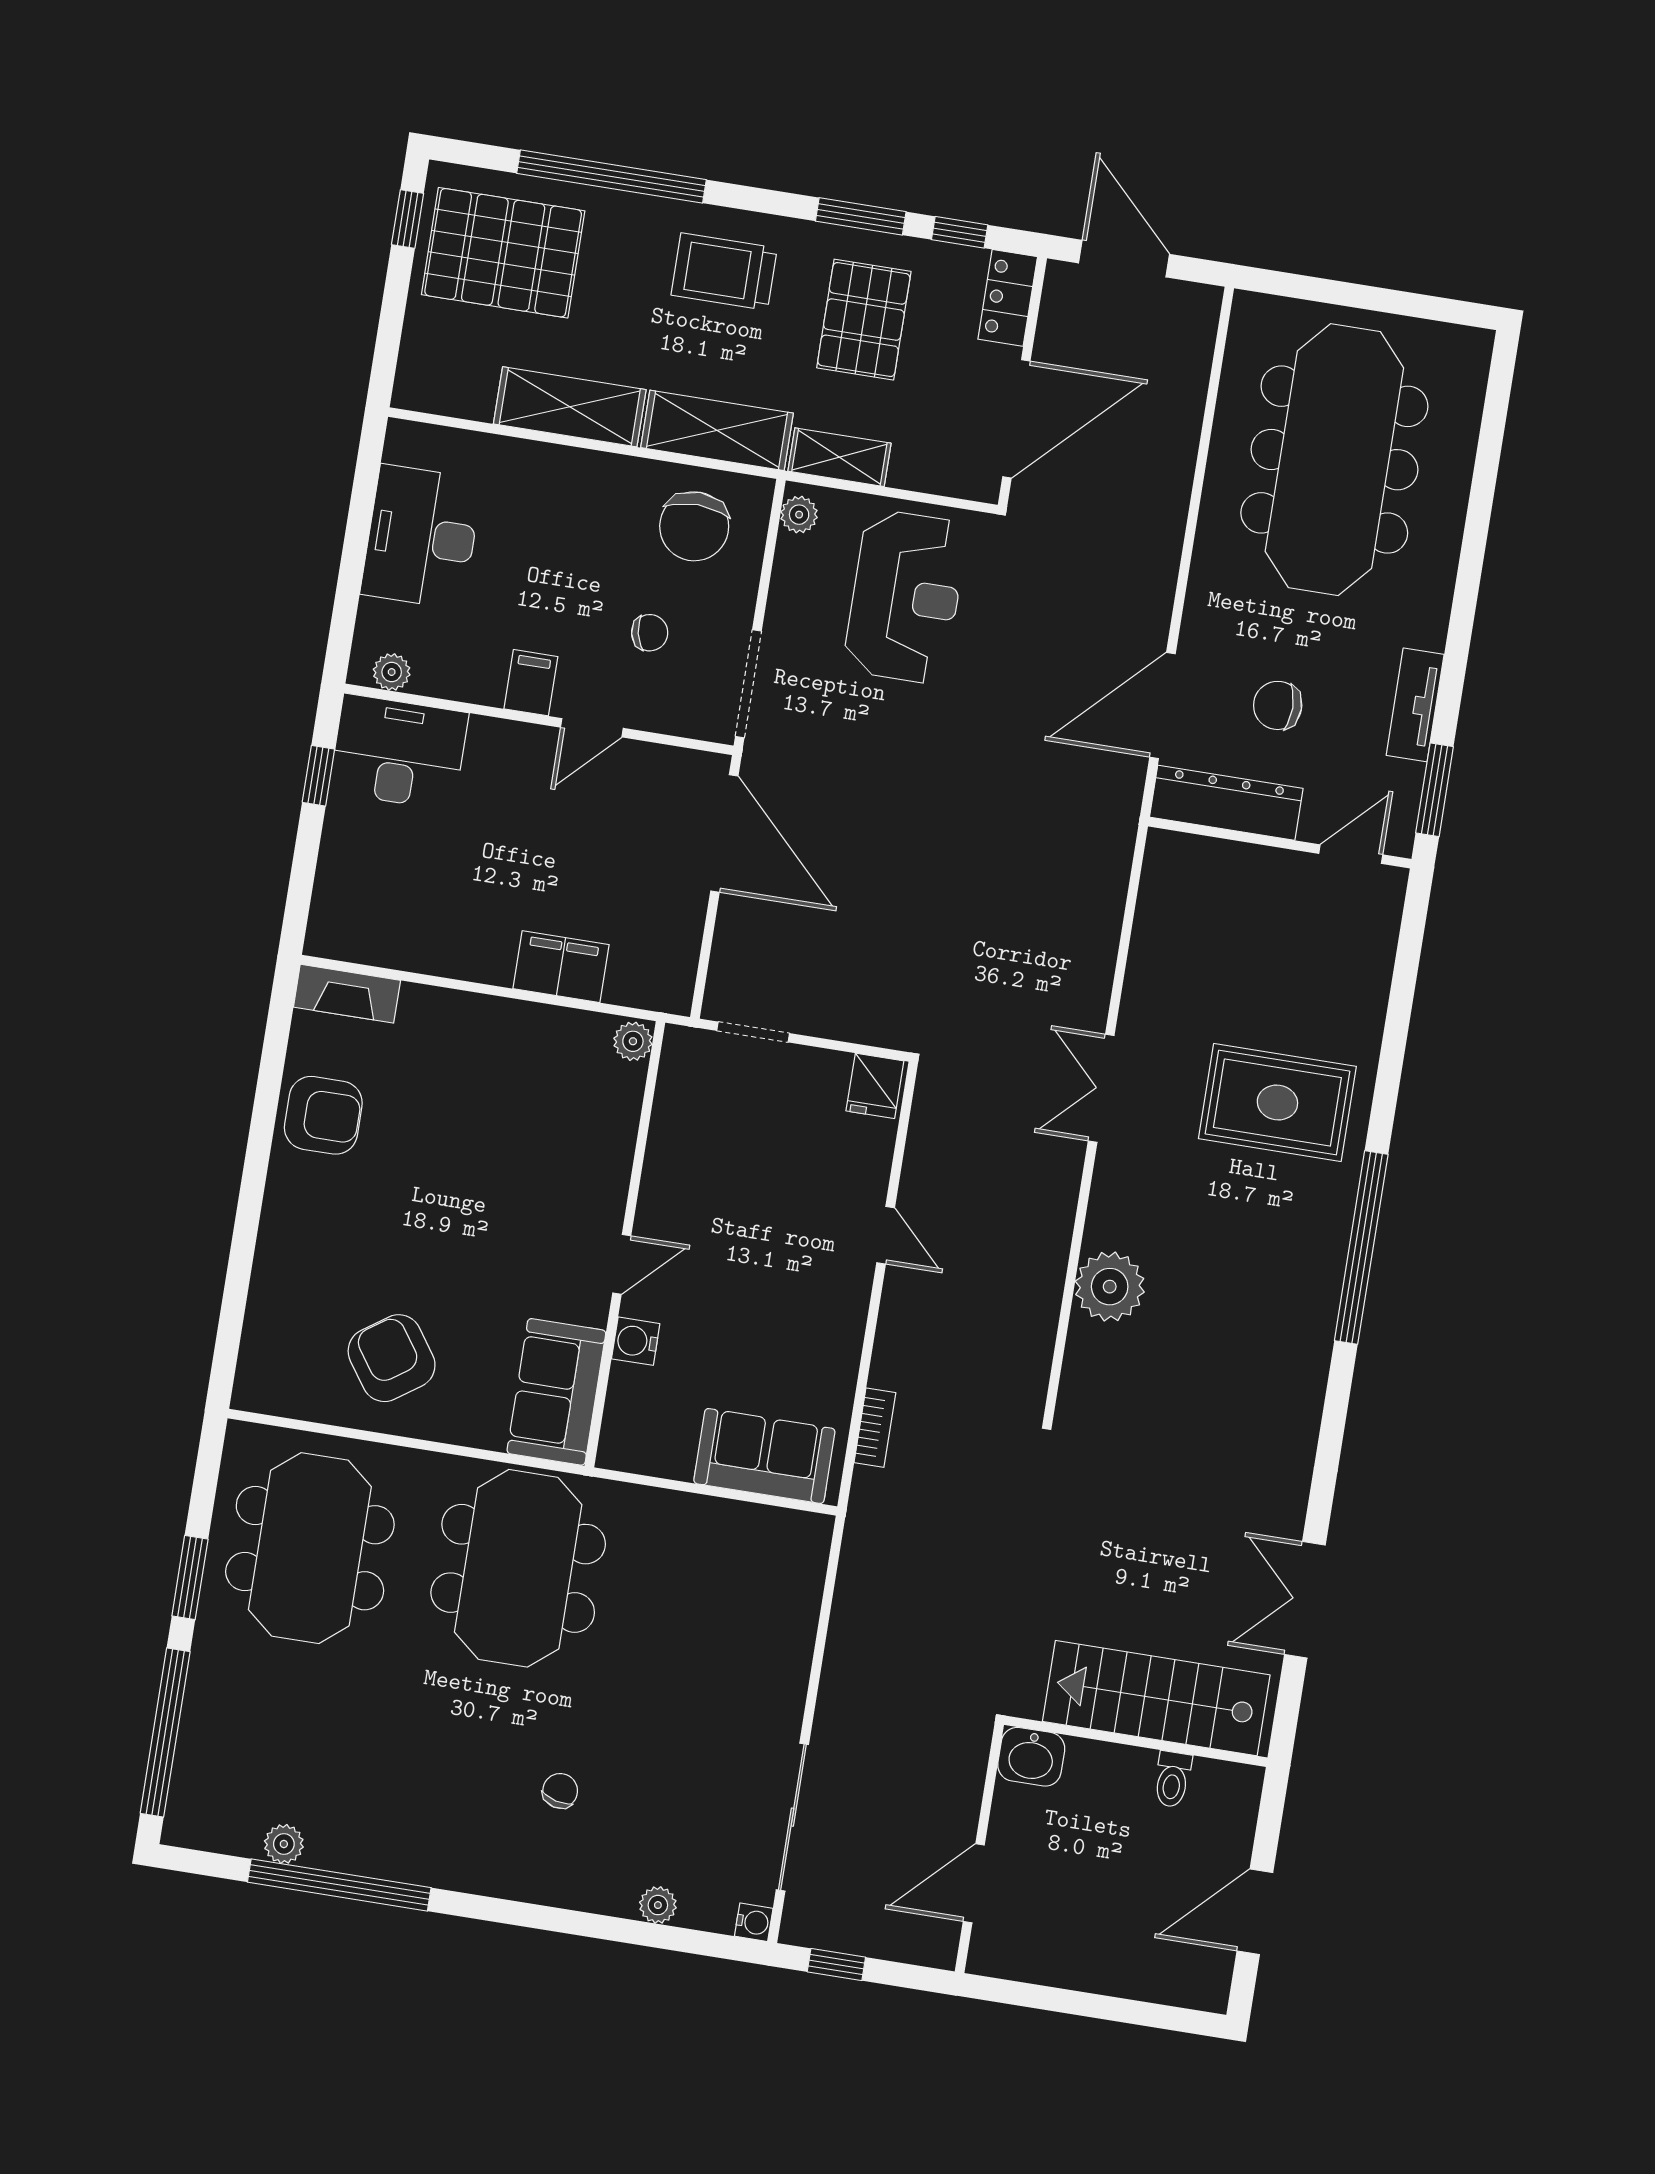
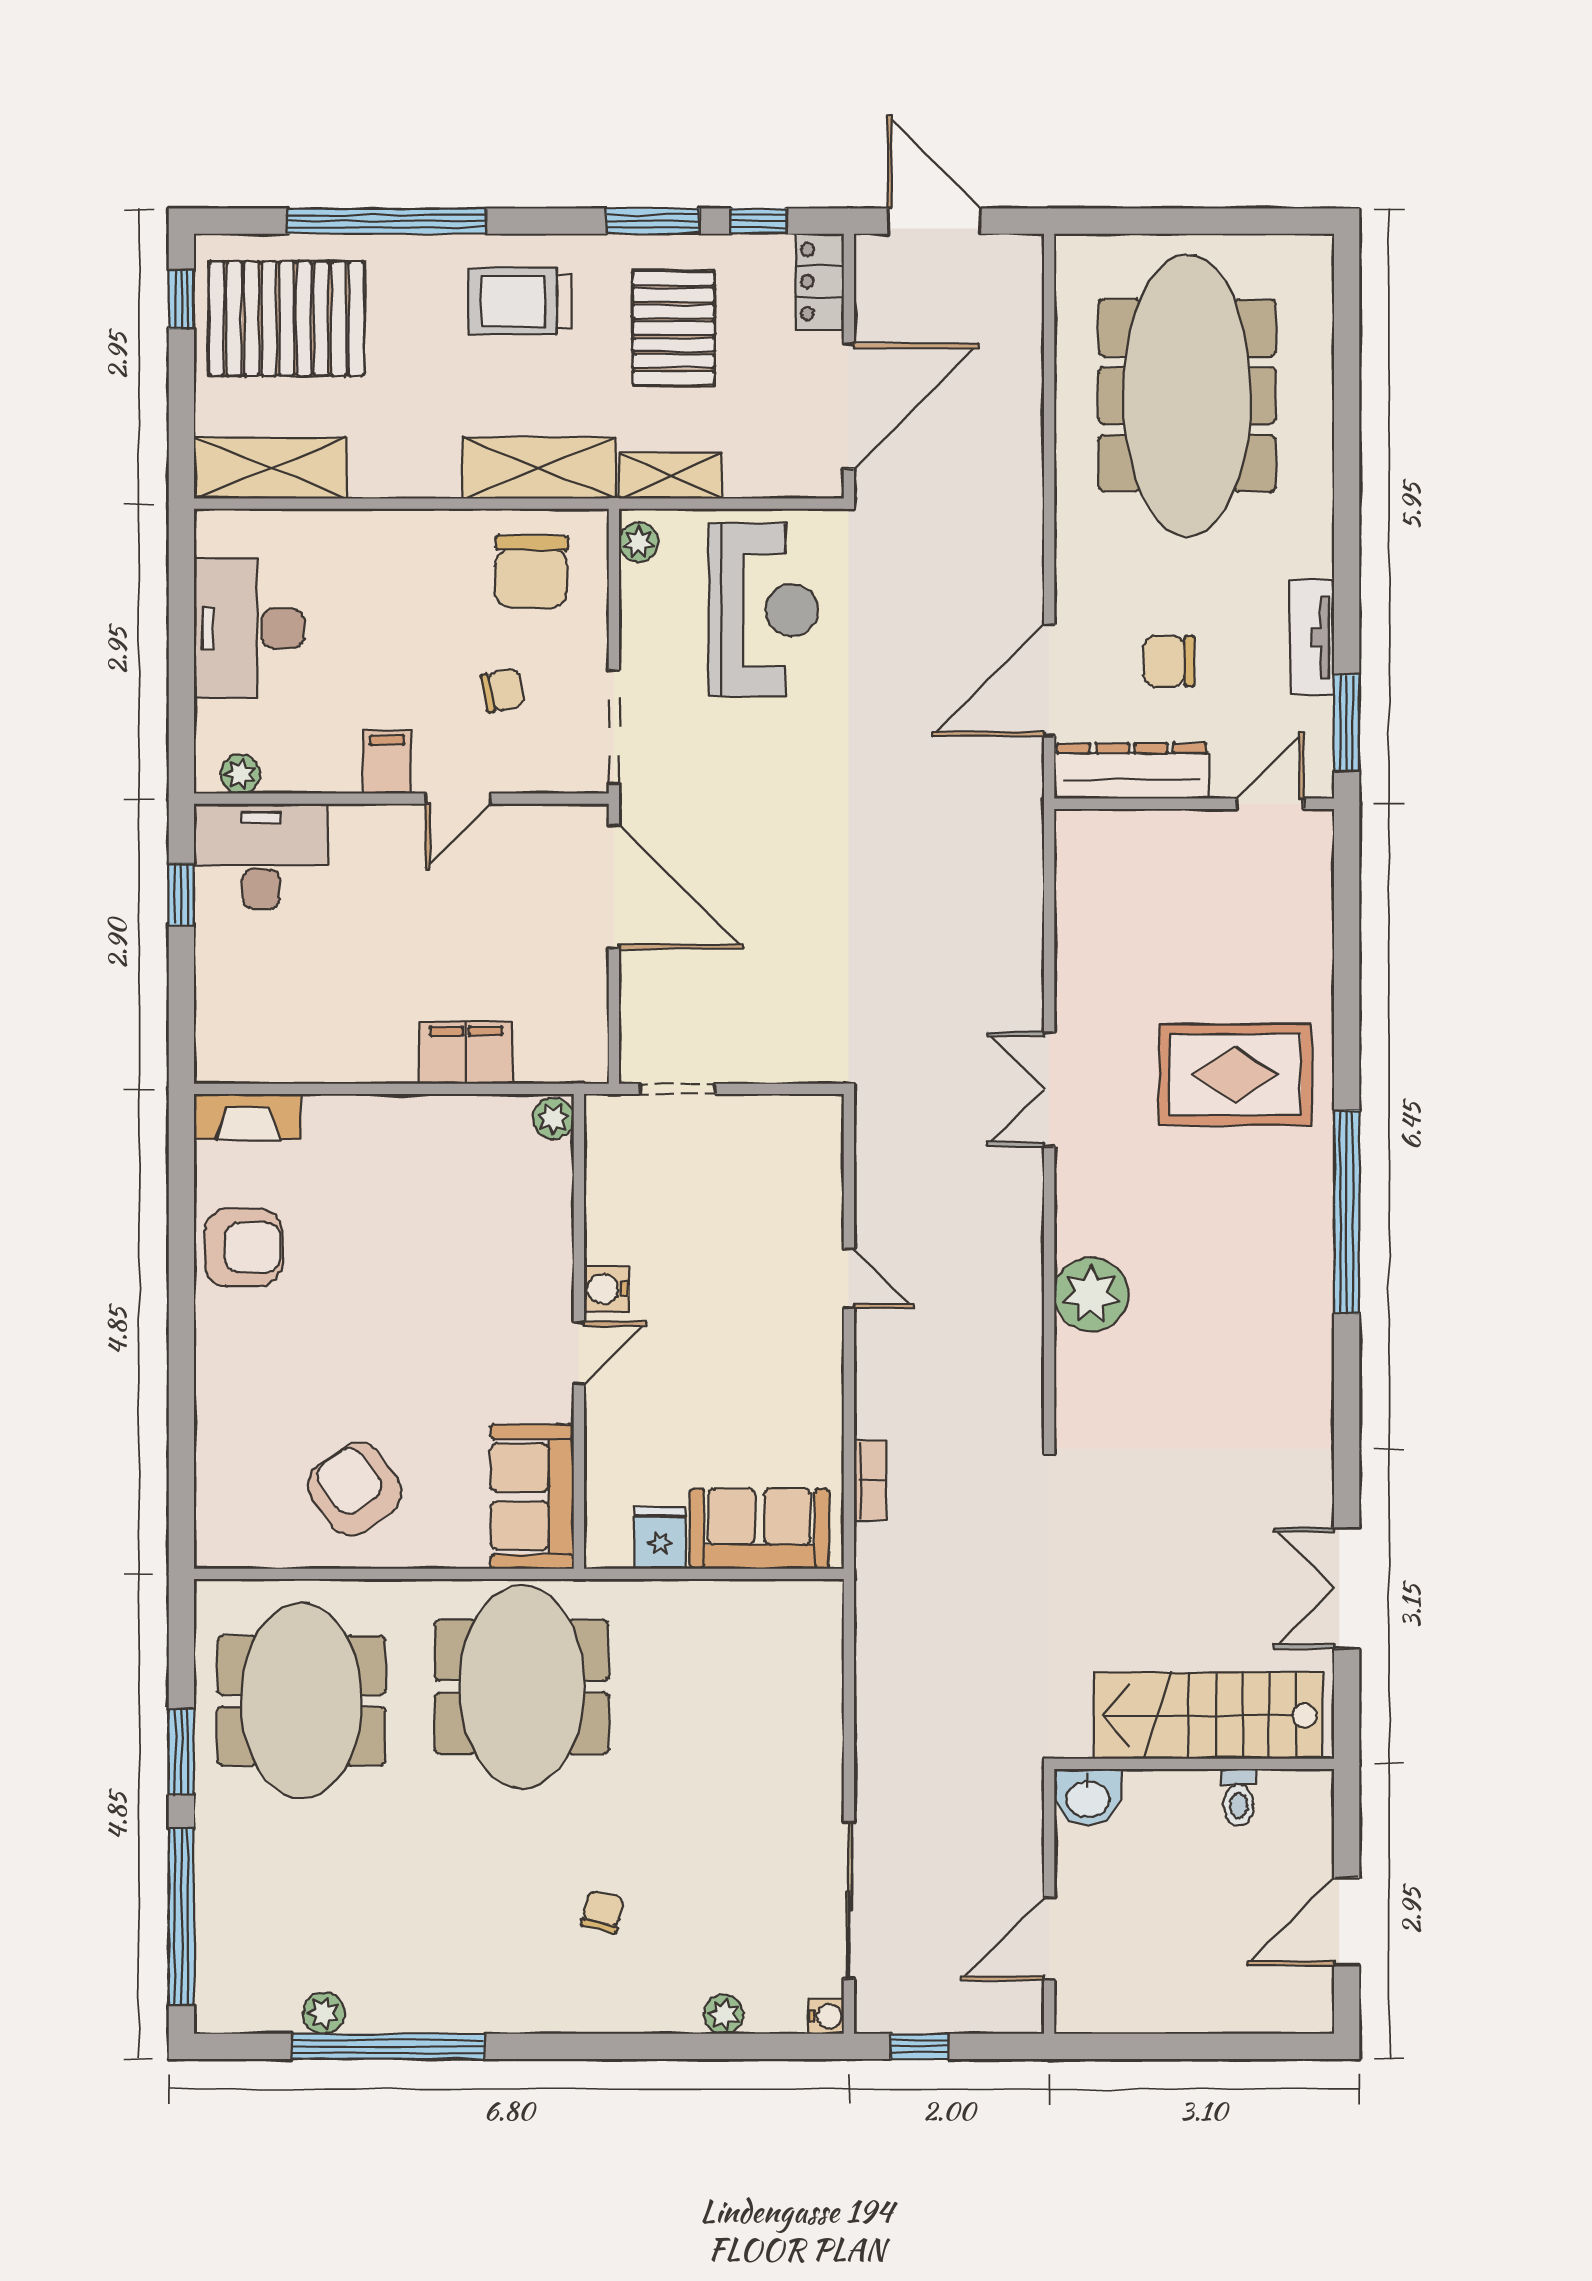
shelving: (570, 407) -> (270, 468), moved
fridge: (875, 1086) -> (660, 1538), moved, turned 180
water cooler: (636, 1341) -> (606, 1289), moved

